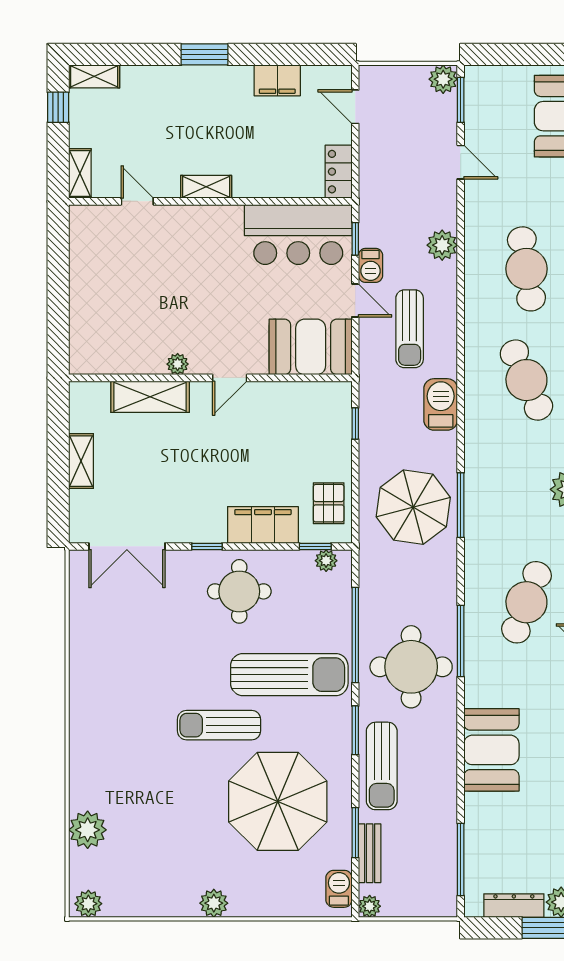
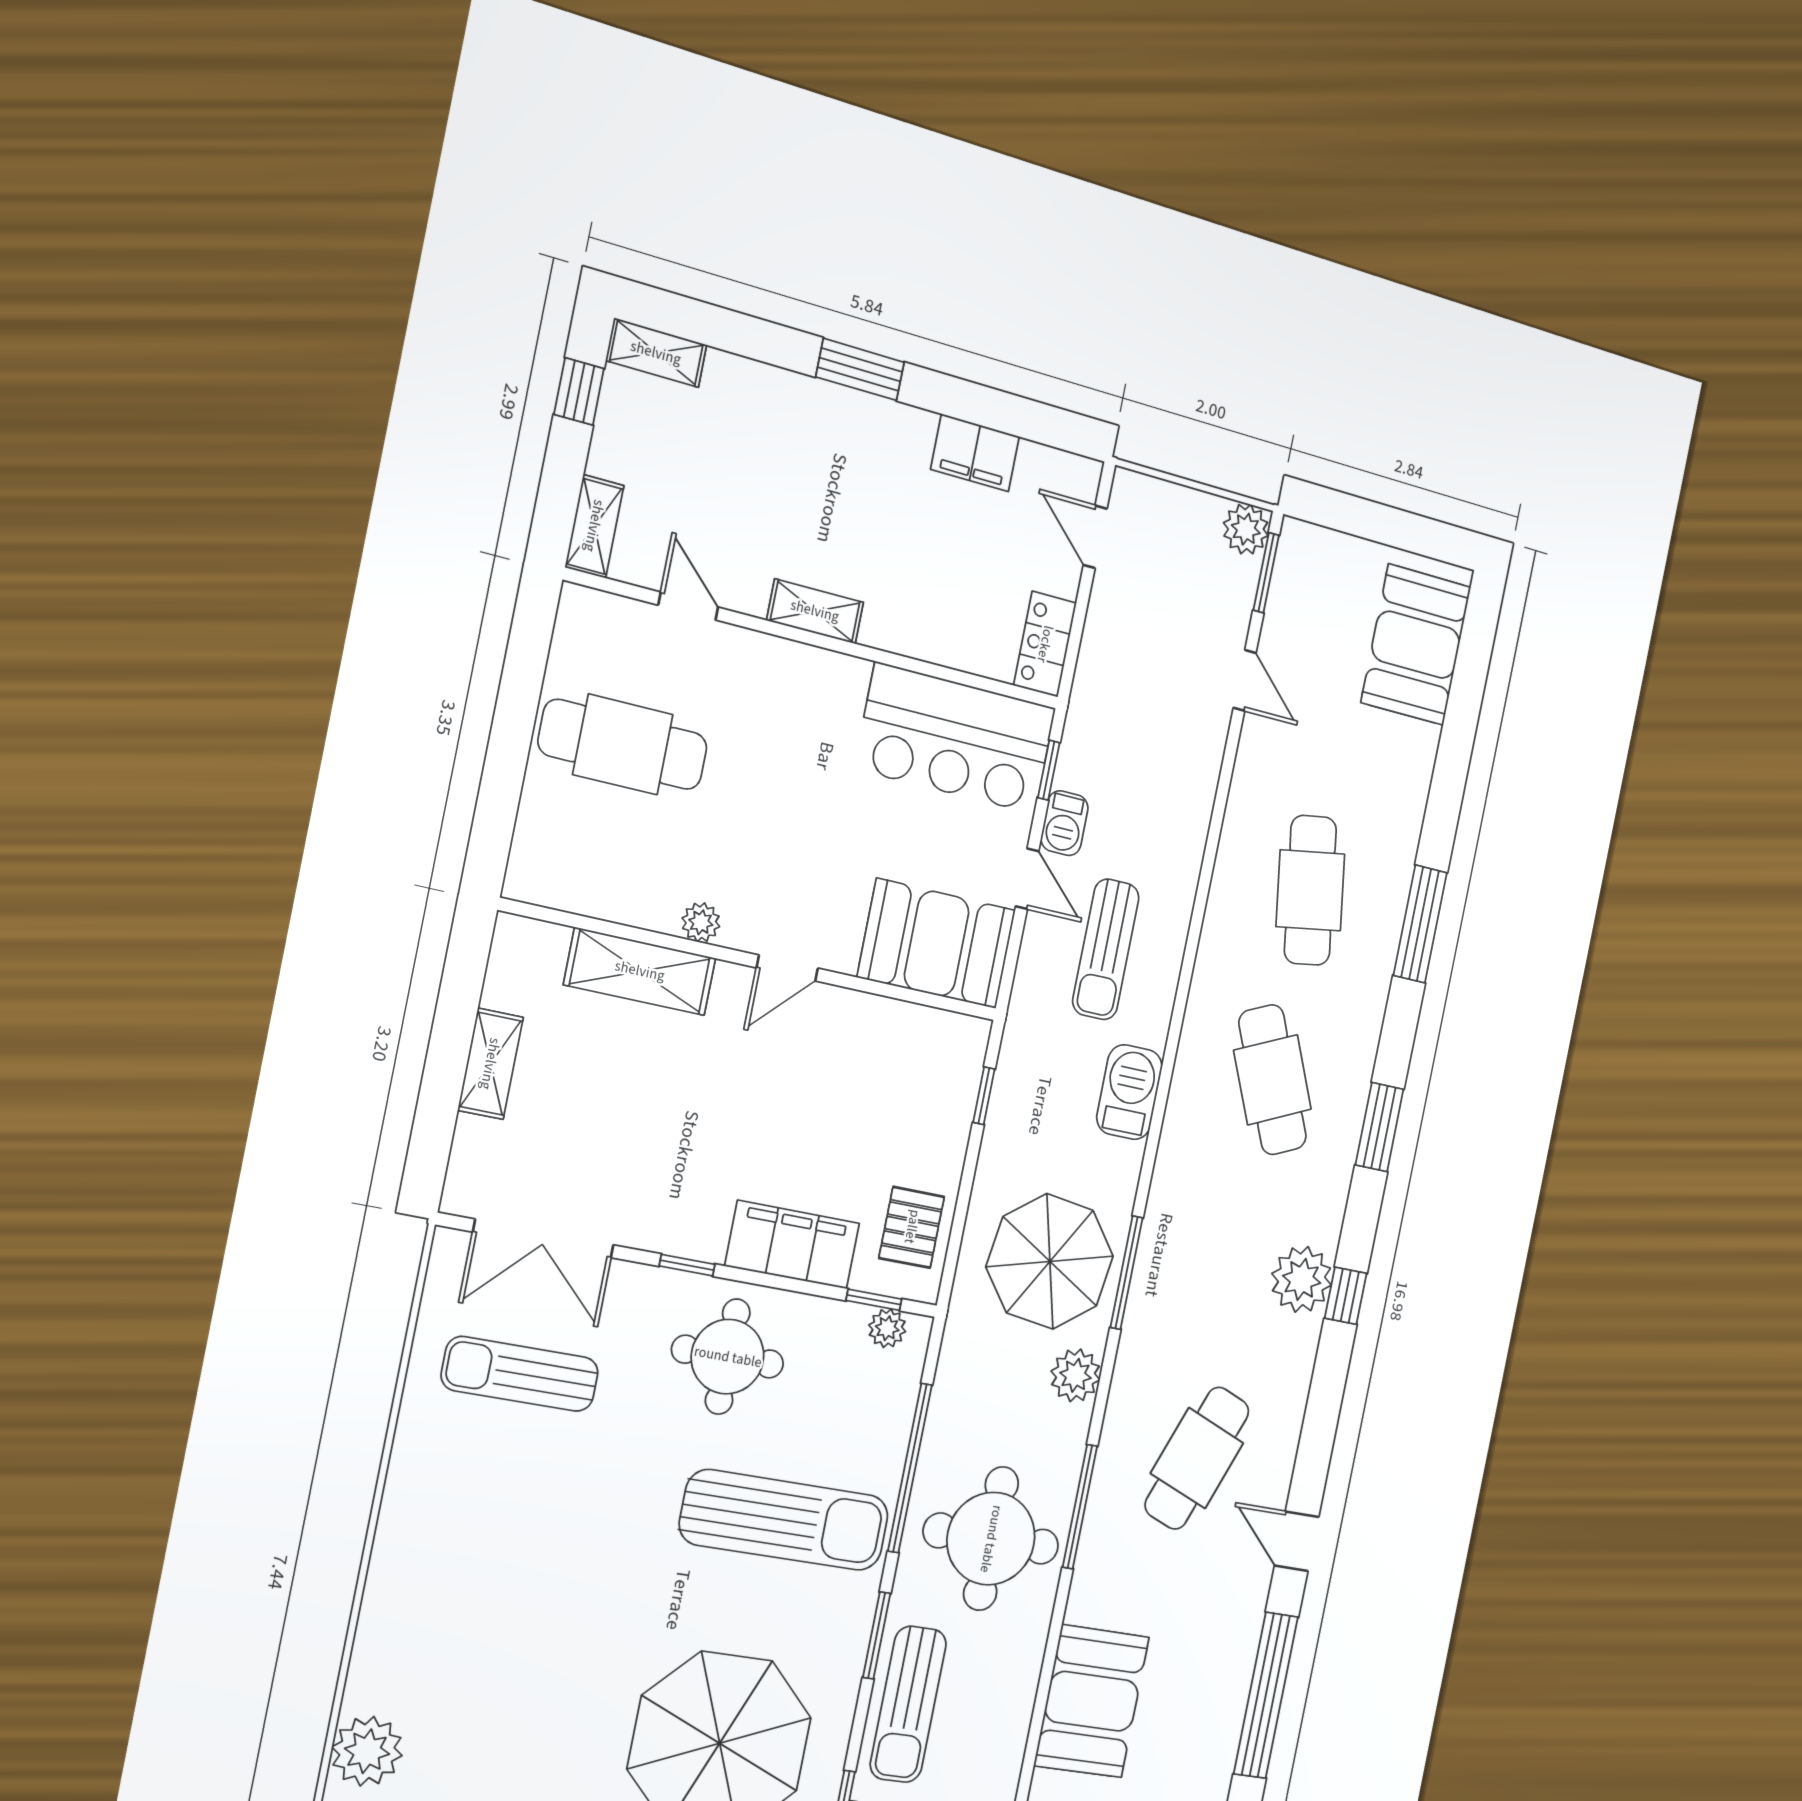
plant: (442, 245) -> (1076, 1375), moved
cafe table: (117, 281) -> (623, 744), added
sun lounger: (219, 725) -> (520, 1374), moved

